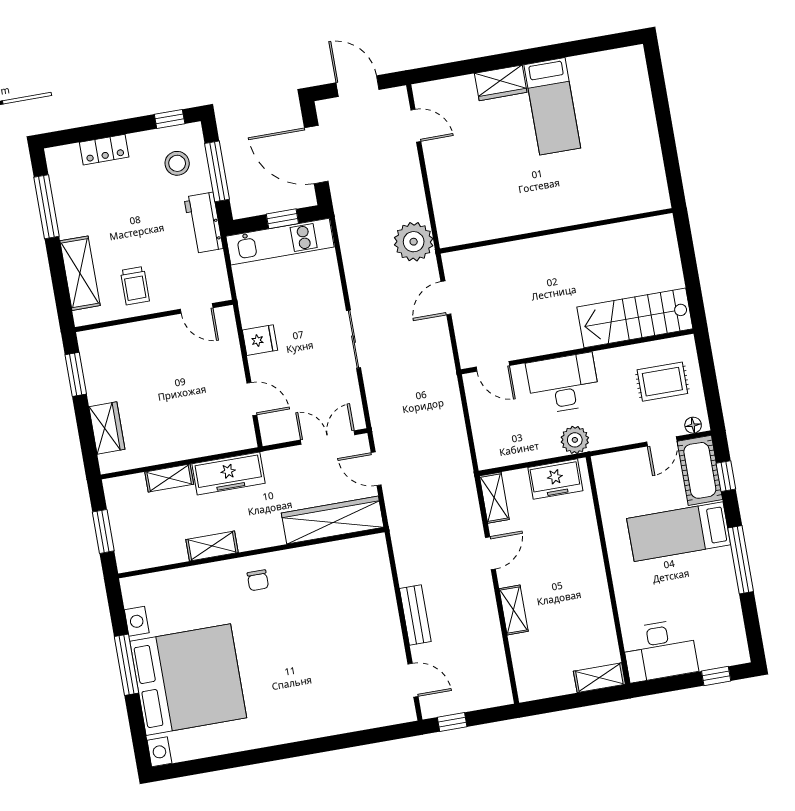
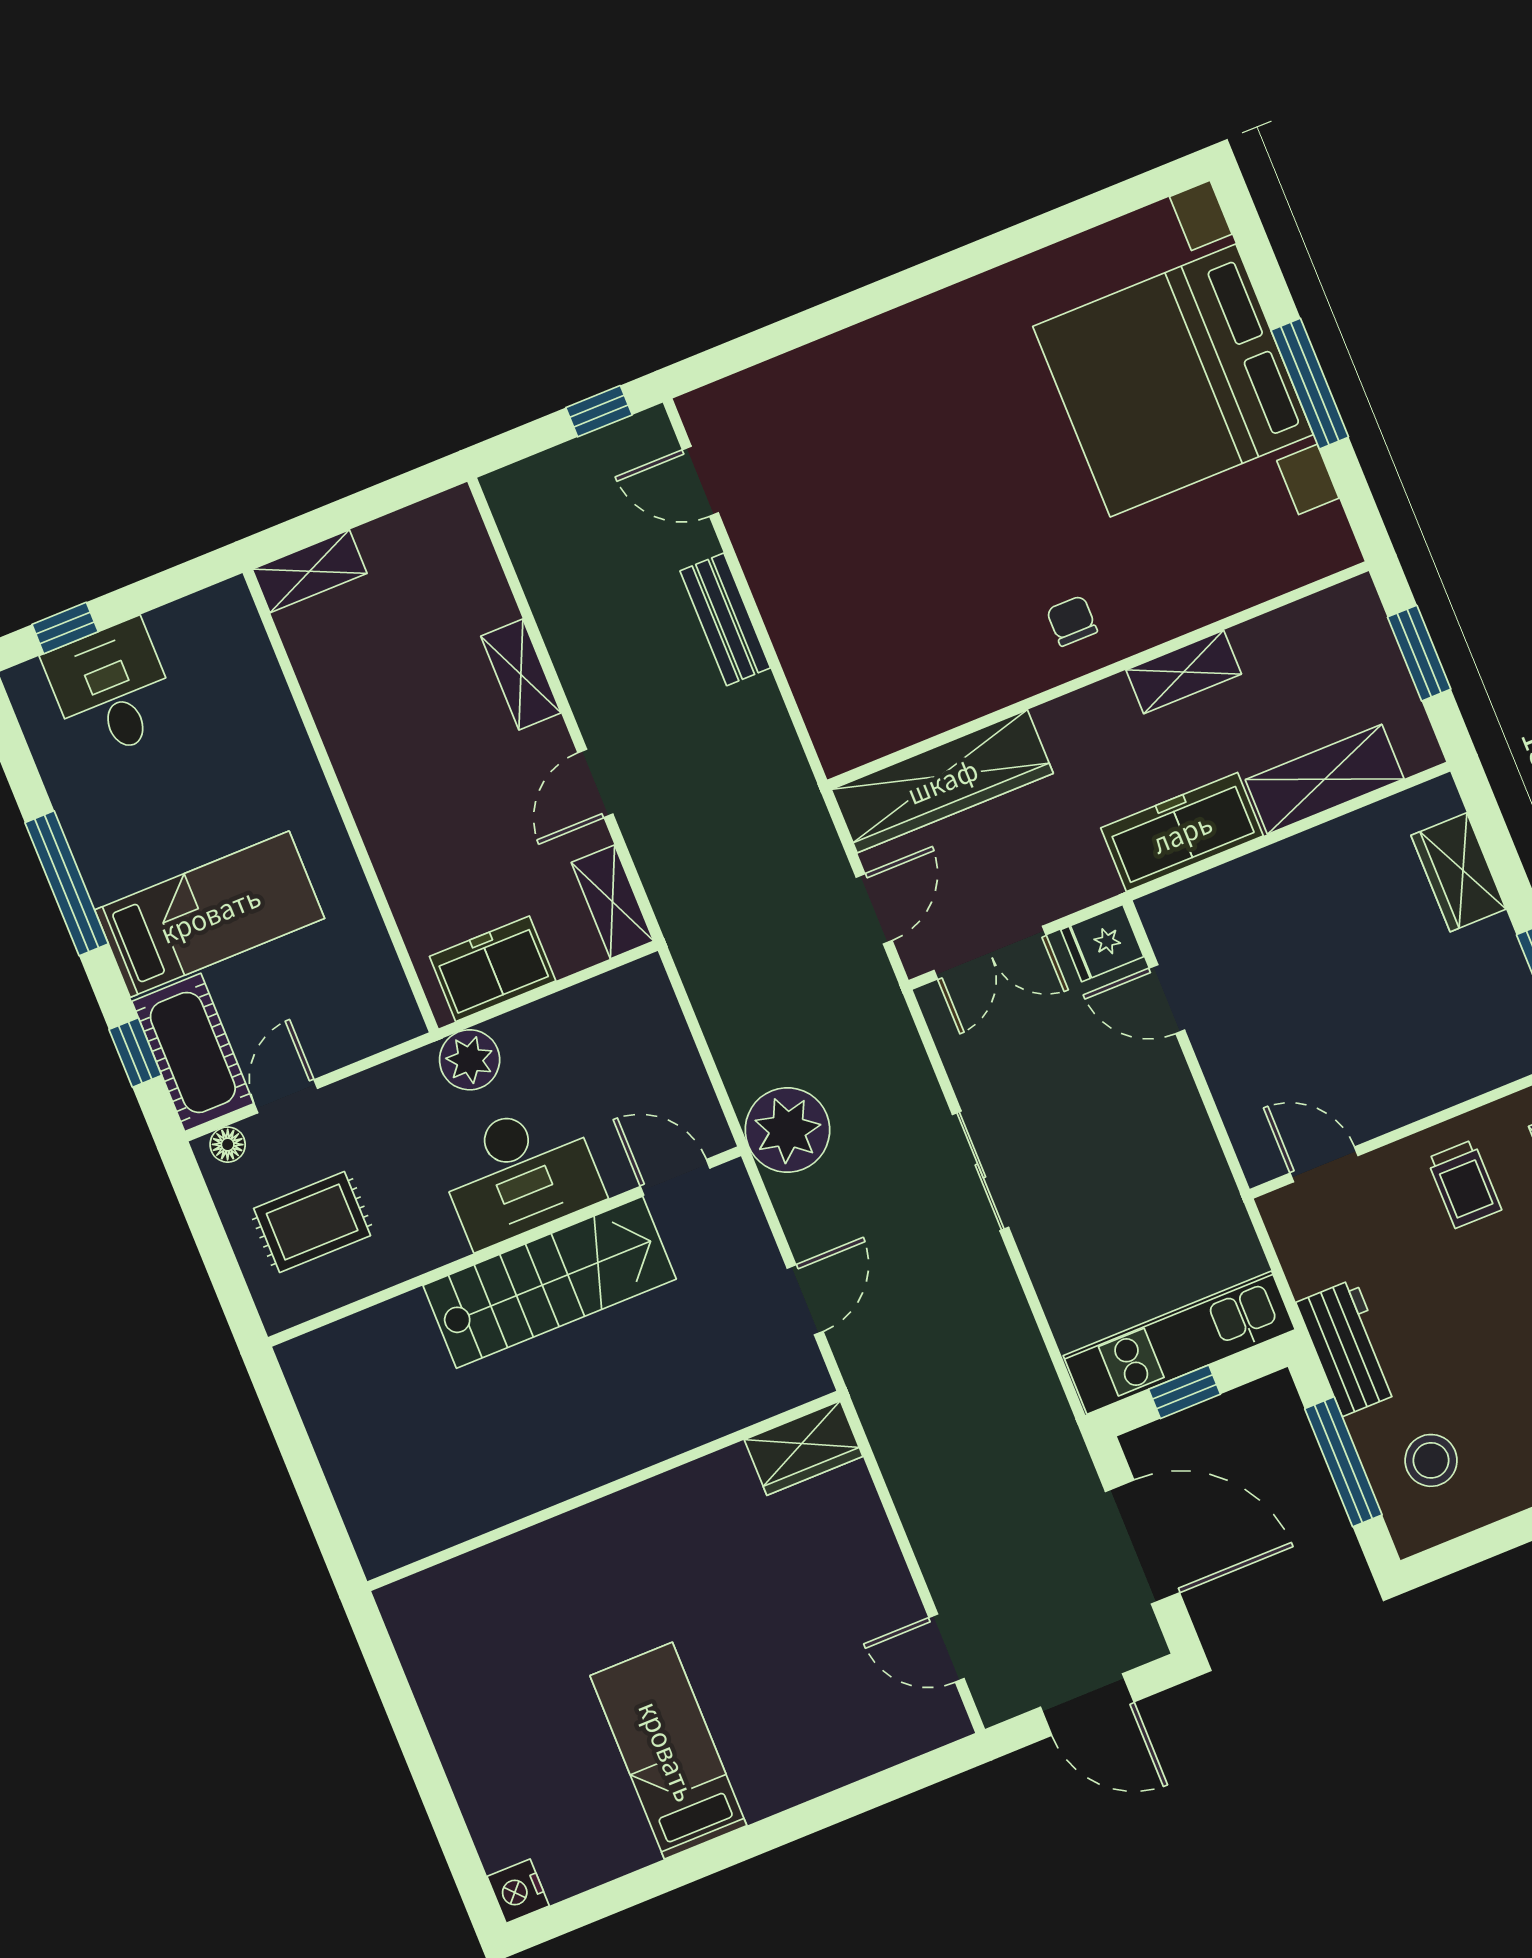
nightstand: (634, 57) -> (518, 1891), added
wardrobe: (501, 83) -> (804, 1448), moved, turned 180
window: (170, 119) -> (1467, 1550), removed
plant: (414, 242) -> (787, 1130), moved
trolley: (135, 286) -> (1464, 1184), turned 180
stairs: (635, 318) -> (550, 1282), moved
fridge: (260, 340) -> (1102, 943), moved
door: (376, 469) -> (874, 909), hinge flipped
shelving: (169, 478) -> (1325, 779), width x1.50, depth x1.33
desk: (660, 650) -> (112, 690), moved, width x0.73

